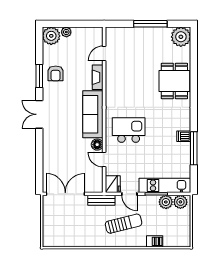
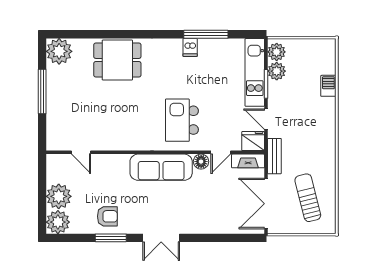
plant: (66, 32) -> (59, 196), width x1.88, depth x1.88
fireplace: (98, 77) -> (248, 161), moved
door: (129, 194) -> (266, 119), swing flipped
sun lounger: (124, 224) -> (308, 198), moved

